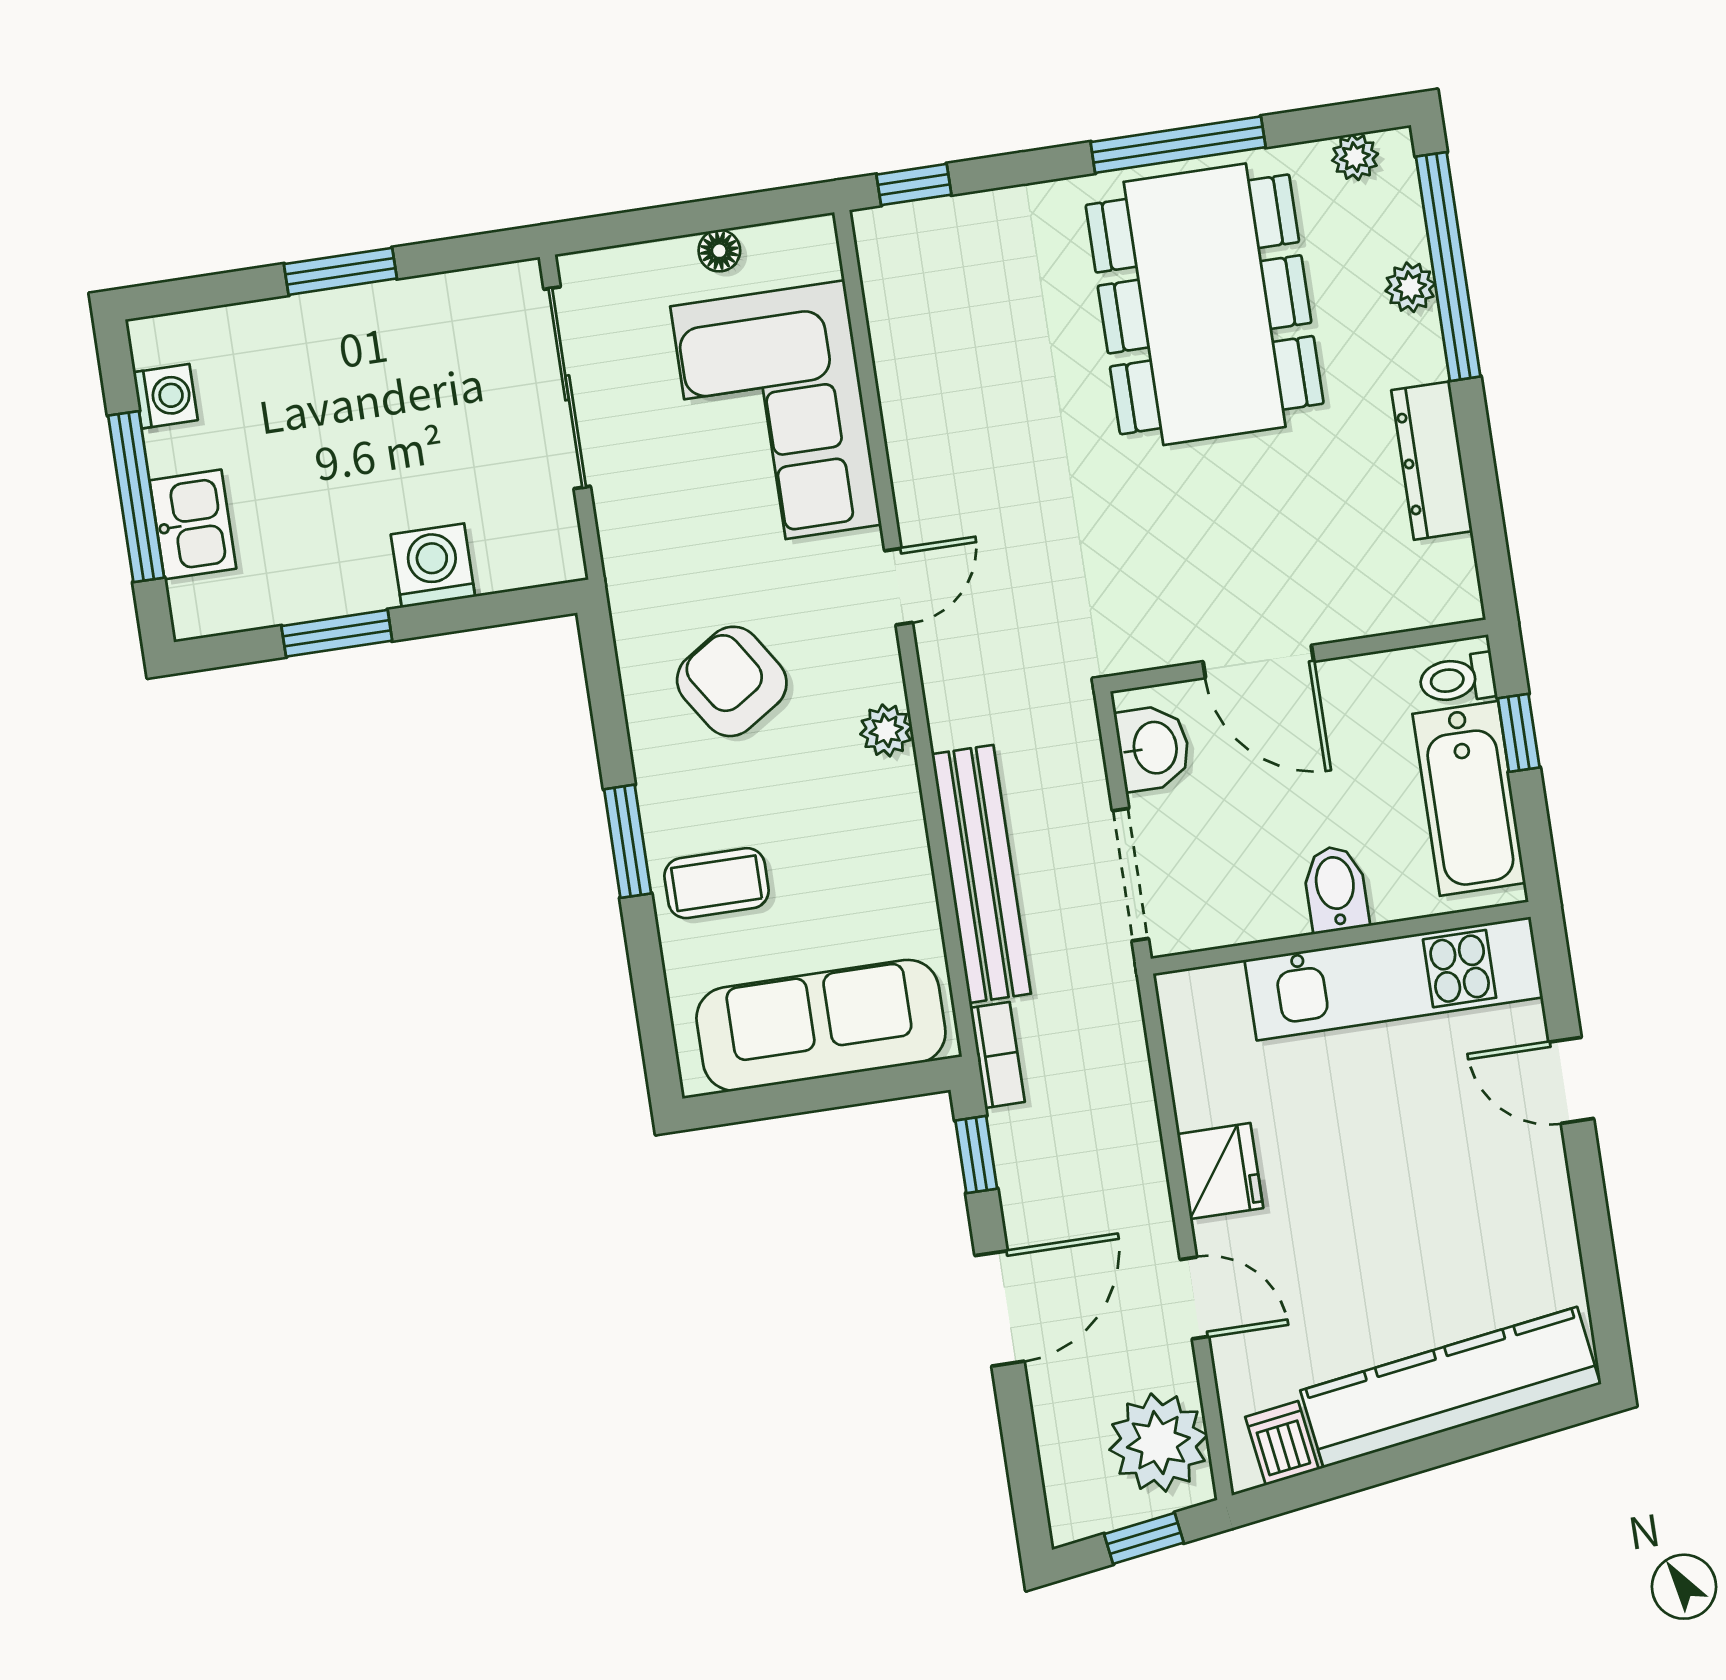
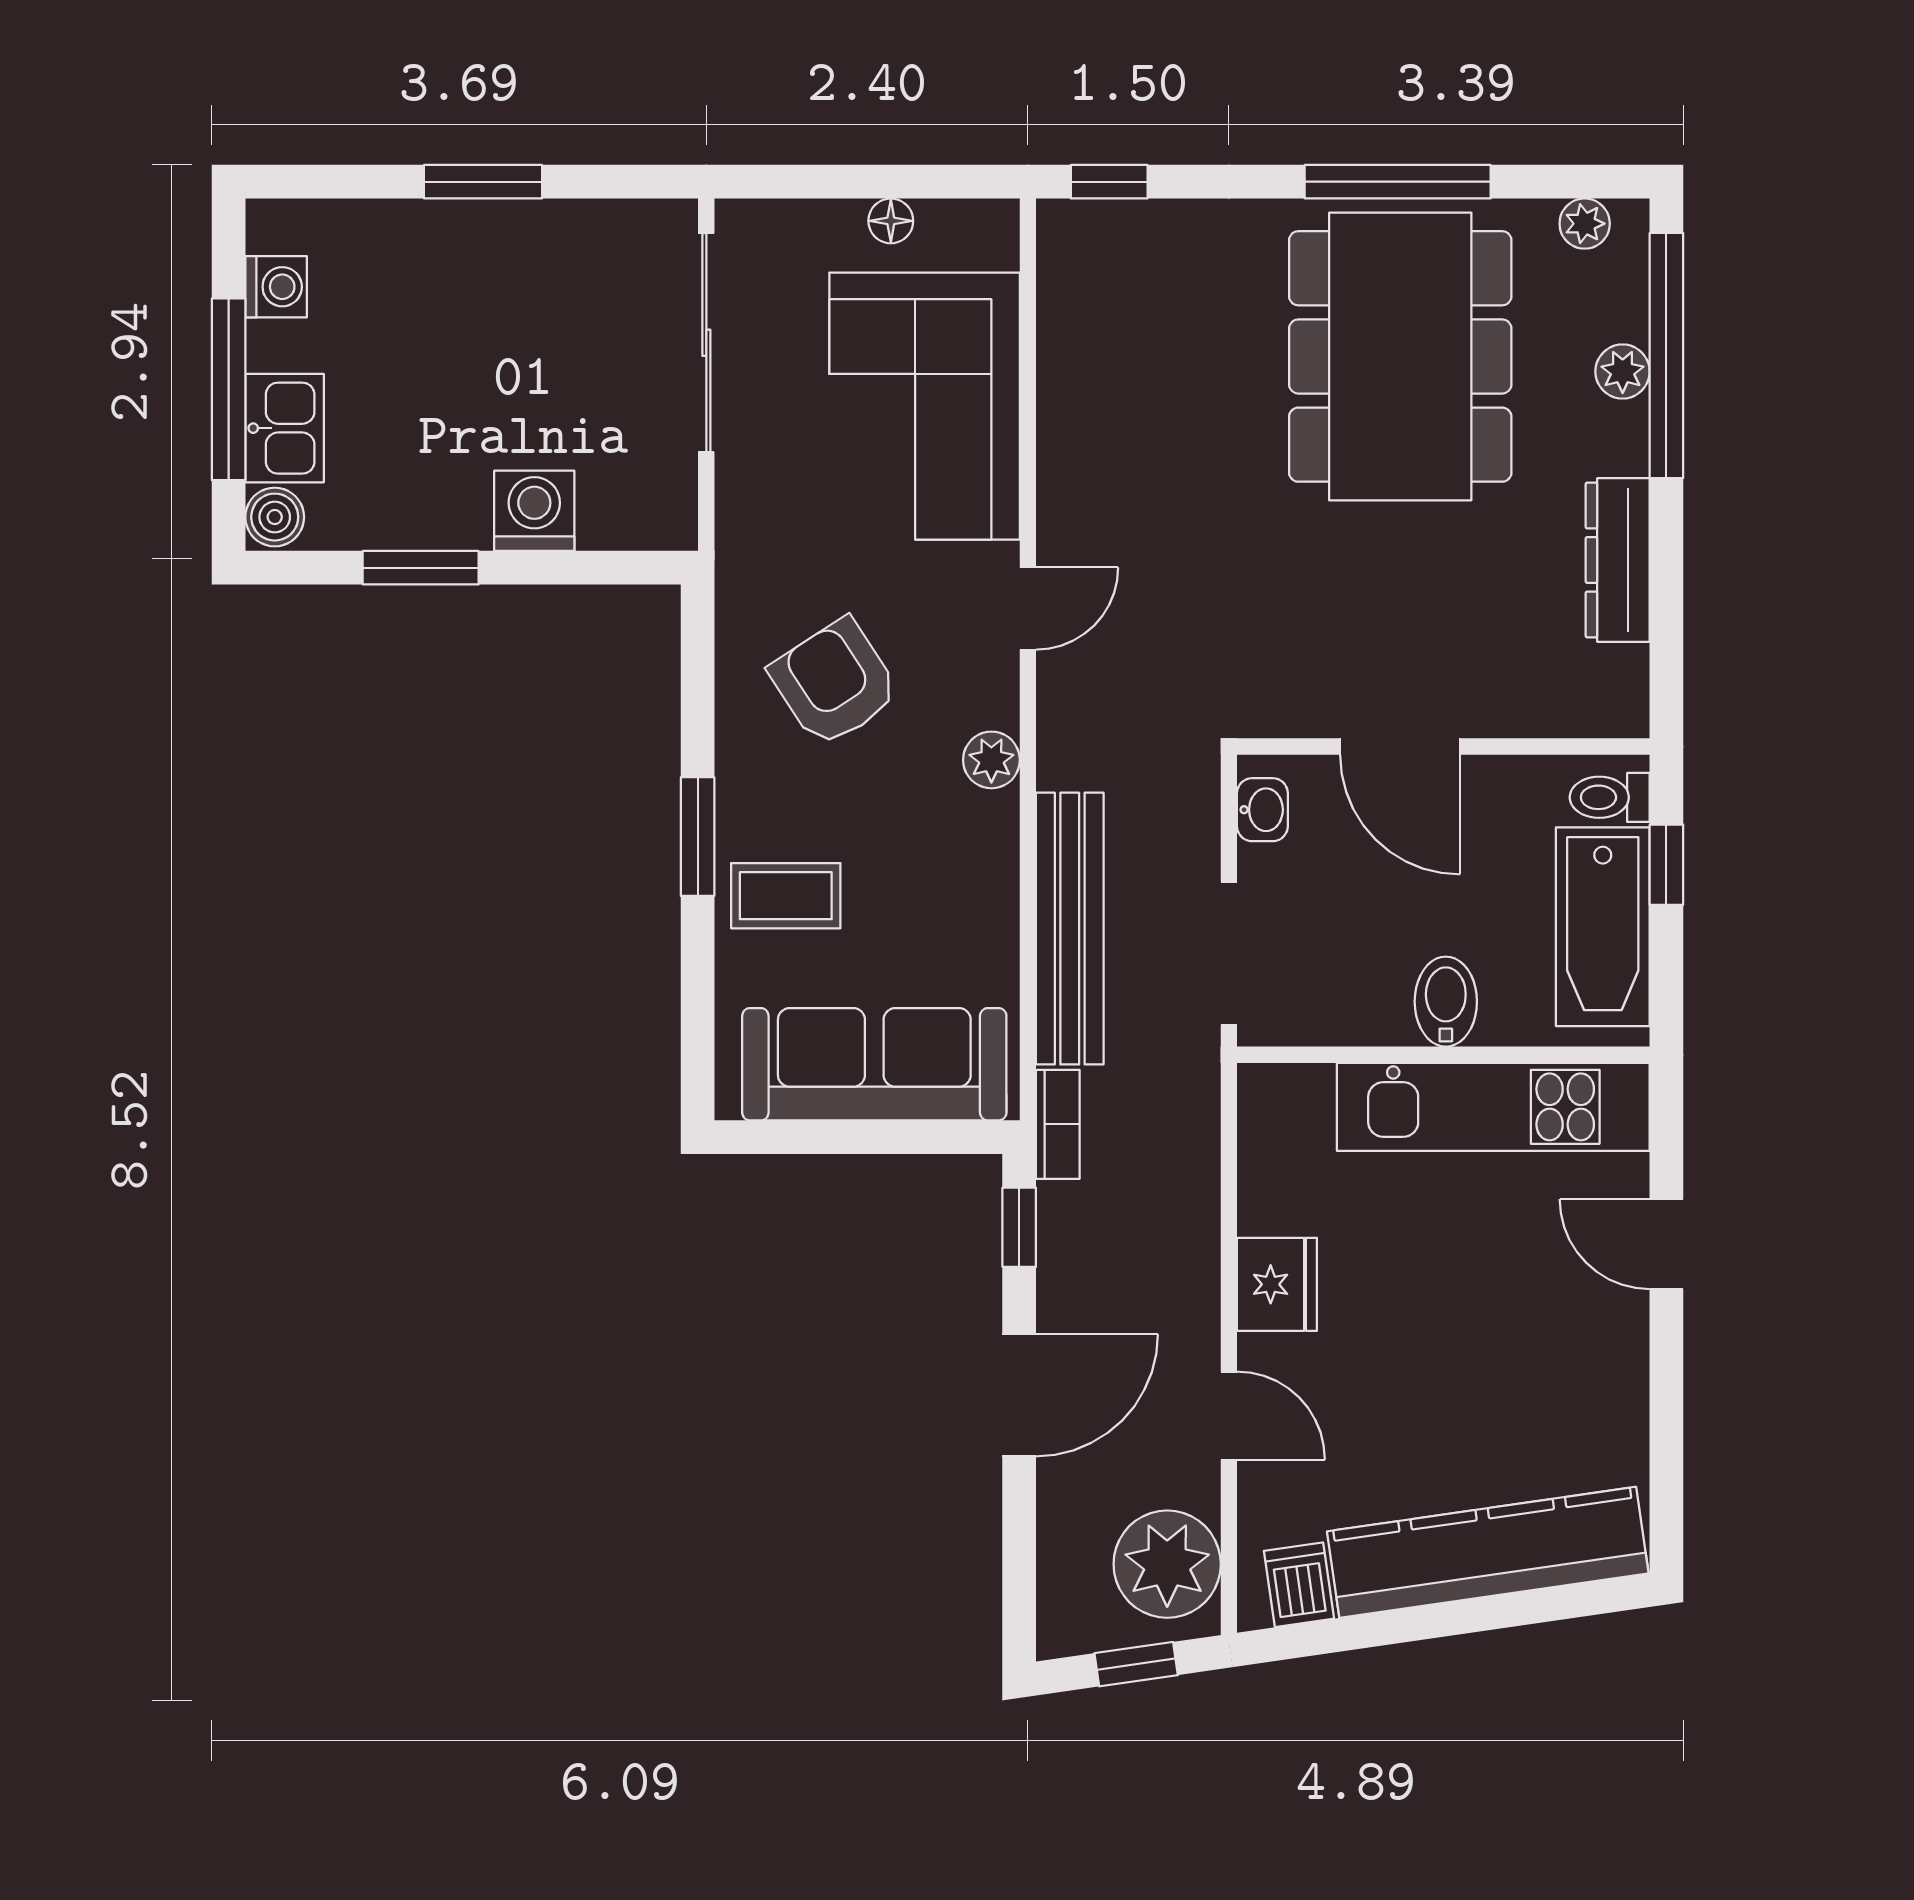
boiler: (196, 607) -> (275, 517), added
washbasin: (1153, 748) -> (1262, 810), width x0.72, depth x0.69

